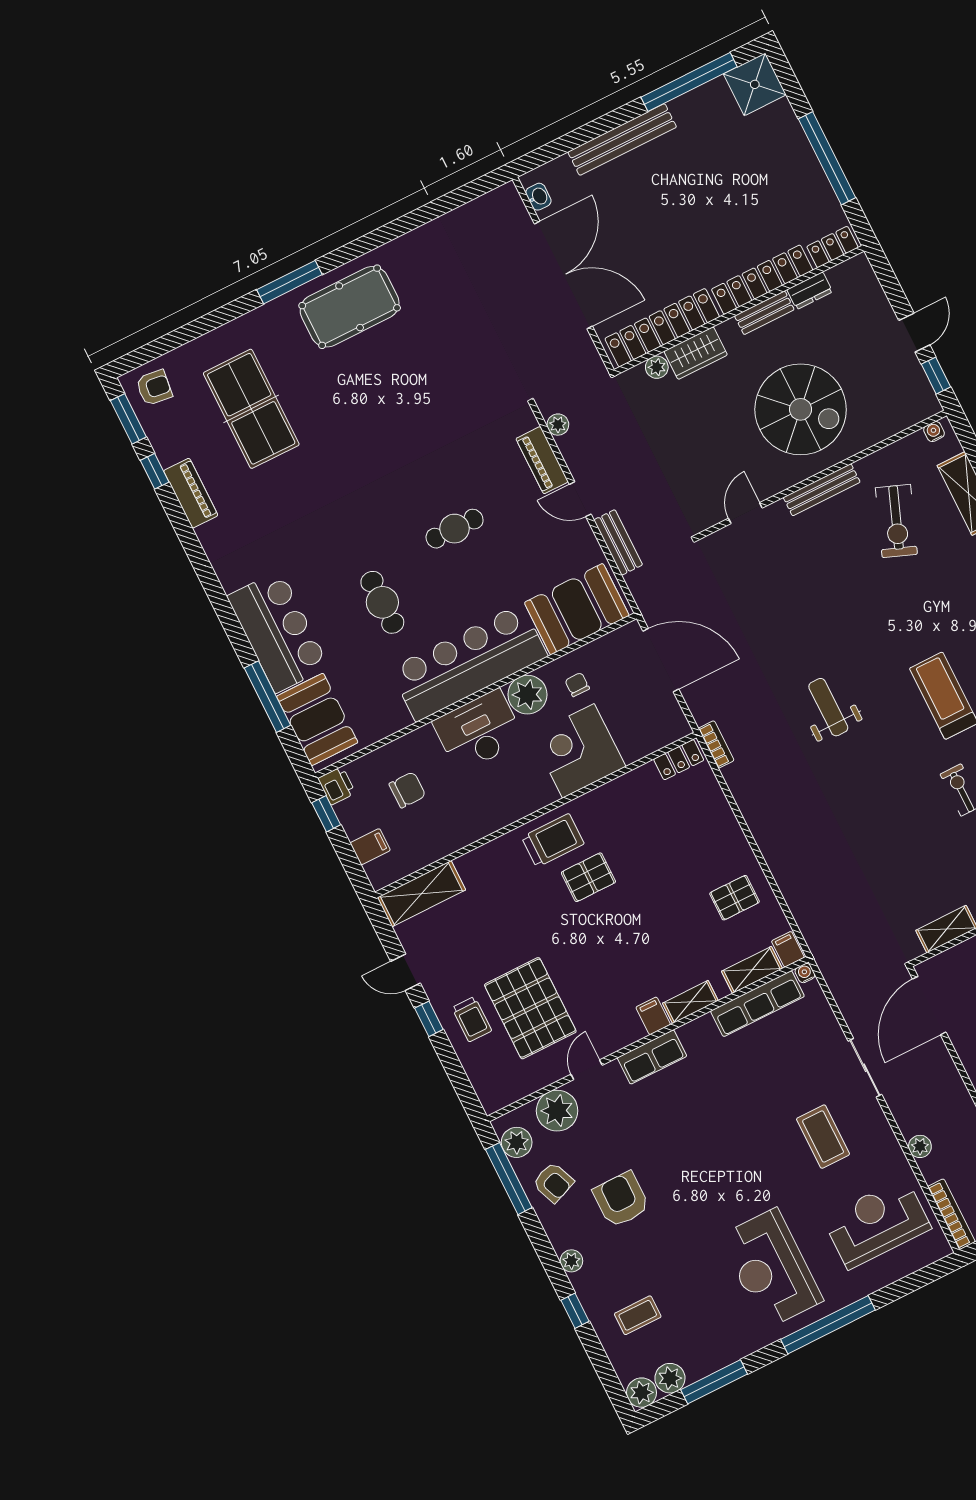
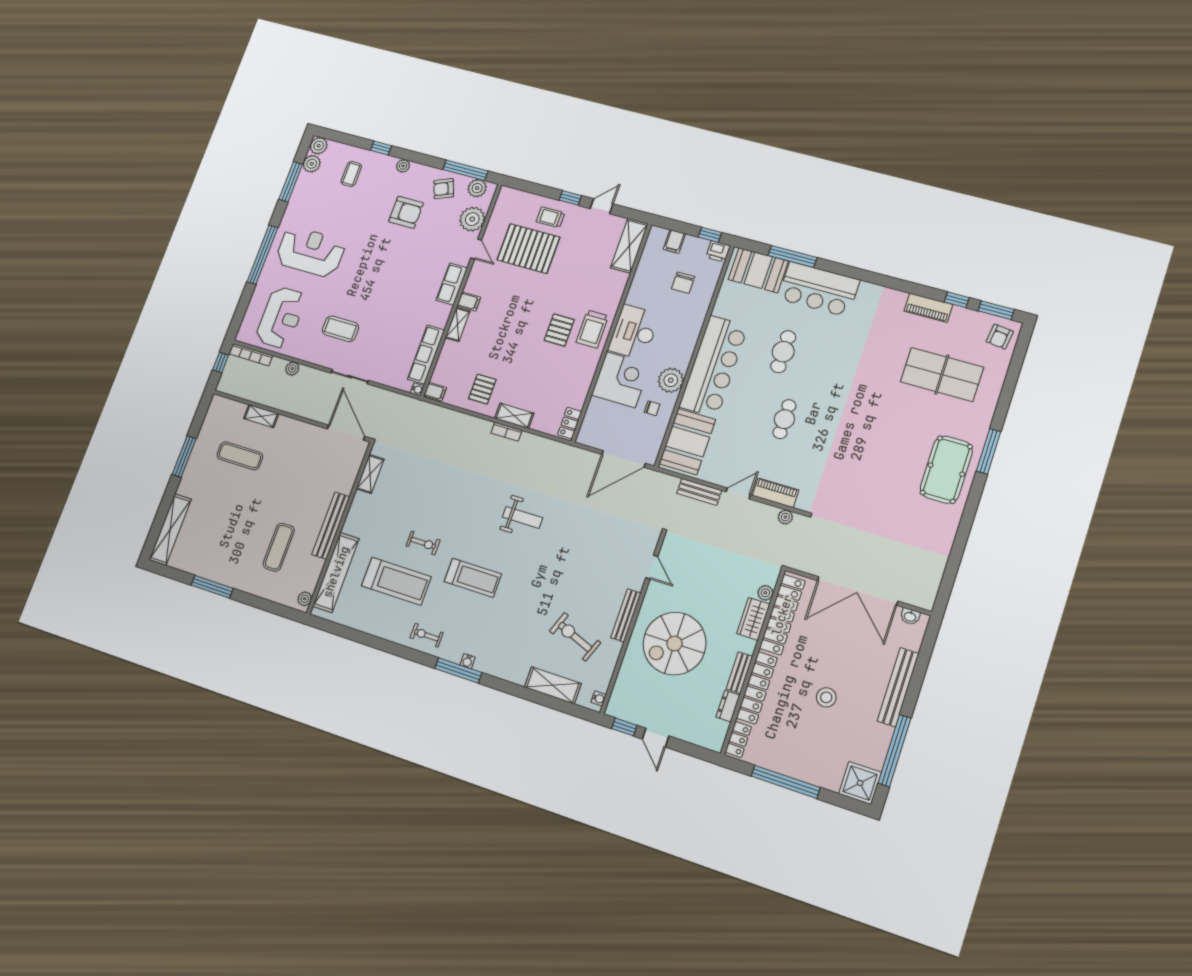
stool: (703, 201) -> (826, 697), added
cafe table: (382, 602) -> (783, 352), turned 90
desk: (479, 731) -> (634, 332), moved, turned 180
bookcase: (716, 744) -> (506, 432), moved
shelving: (752, 970) -> (514, 416), moved, turned 90

